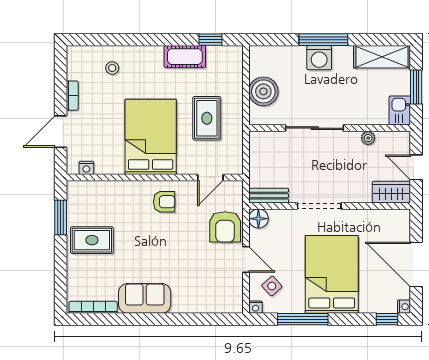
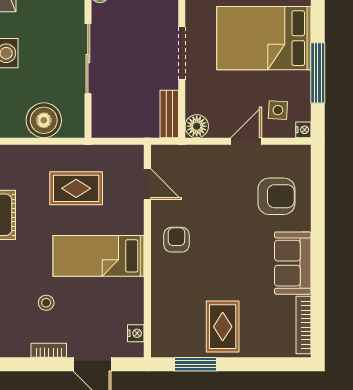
stool: (112, 68) -> (46, 303), moved
bed: (151, 137) -> (98, 256), width x0.67
armchair: (225, 227) -> (276, 196), moved
side table: (272, 286) -> (278, 110), turned 45

